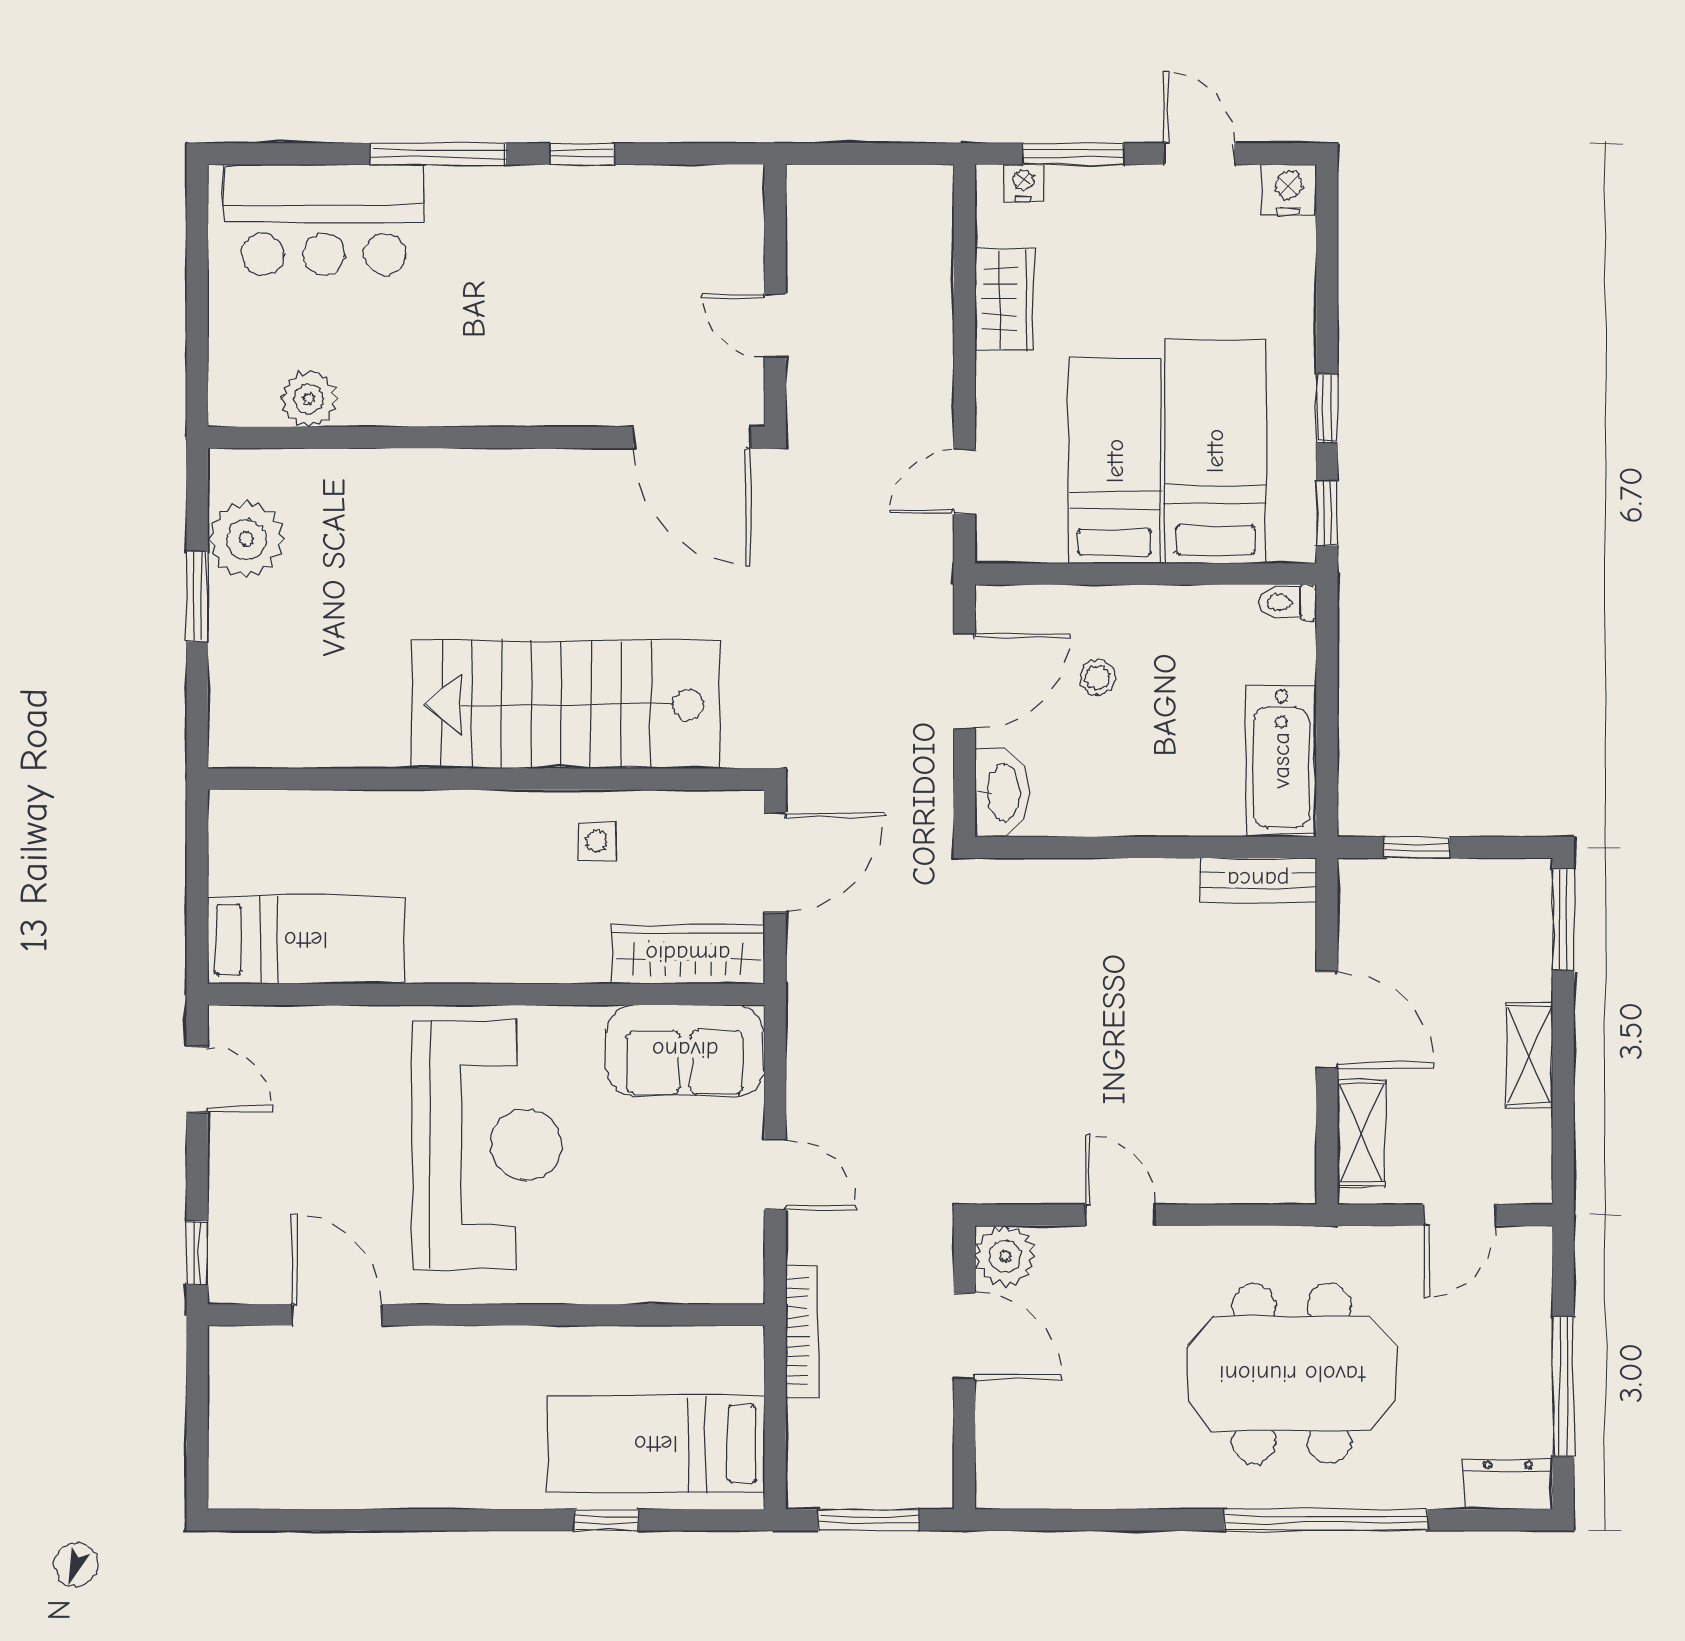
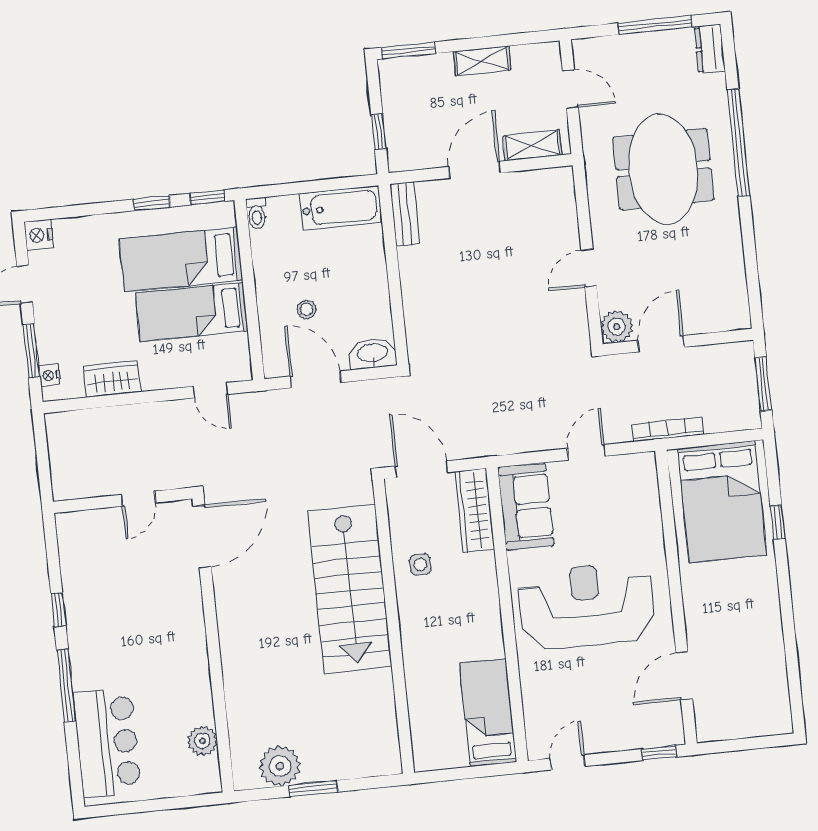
bed: (656, 1444) -> (722, 502), width x1.50

